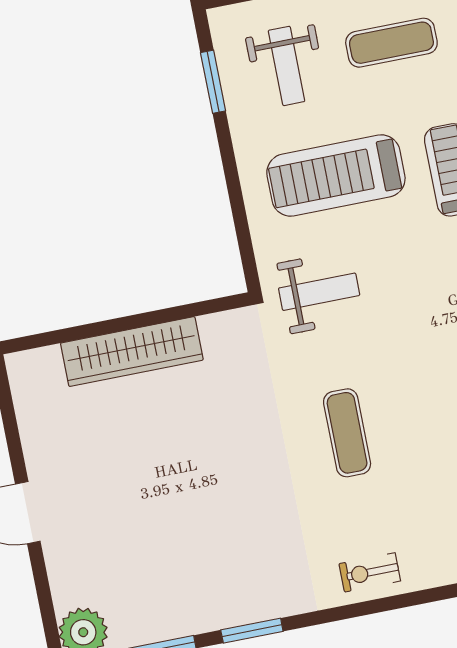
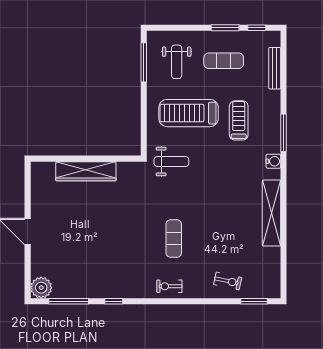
window: (213, 82) -> (144, 62), width x1.44
exercise mat: (347, 433) -> (174, 238), moved
window: (252, 631) -> (114, 301), width x0.67

